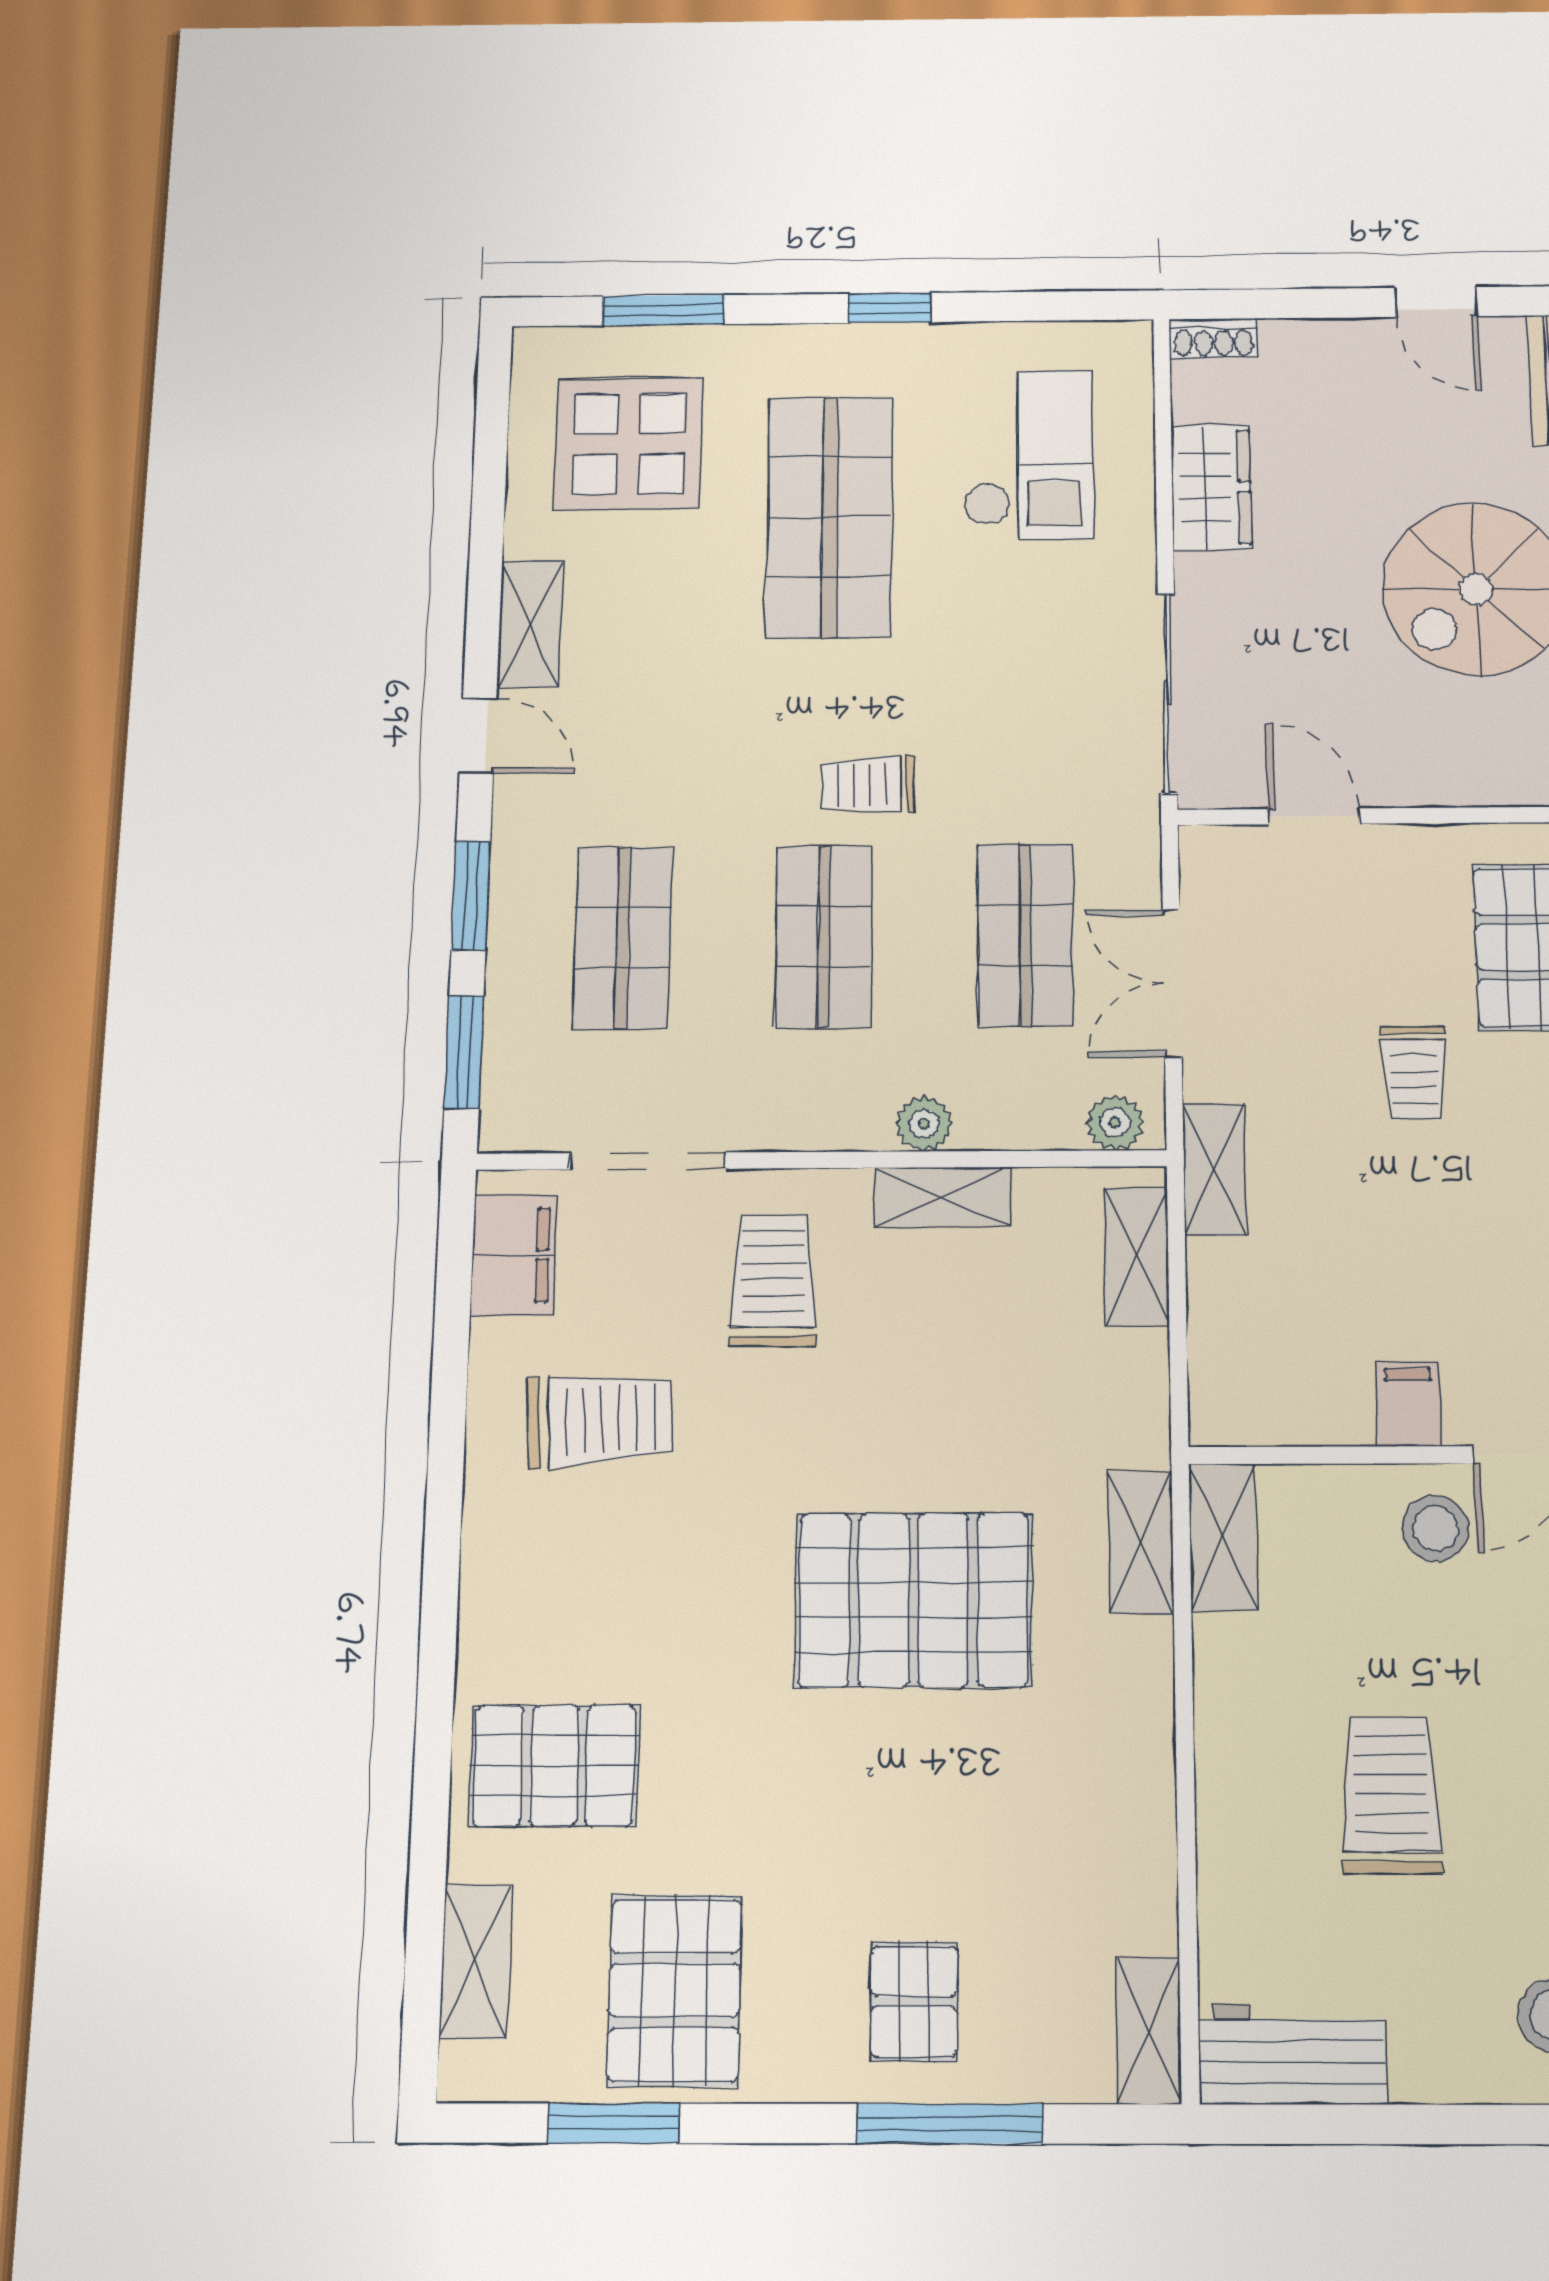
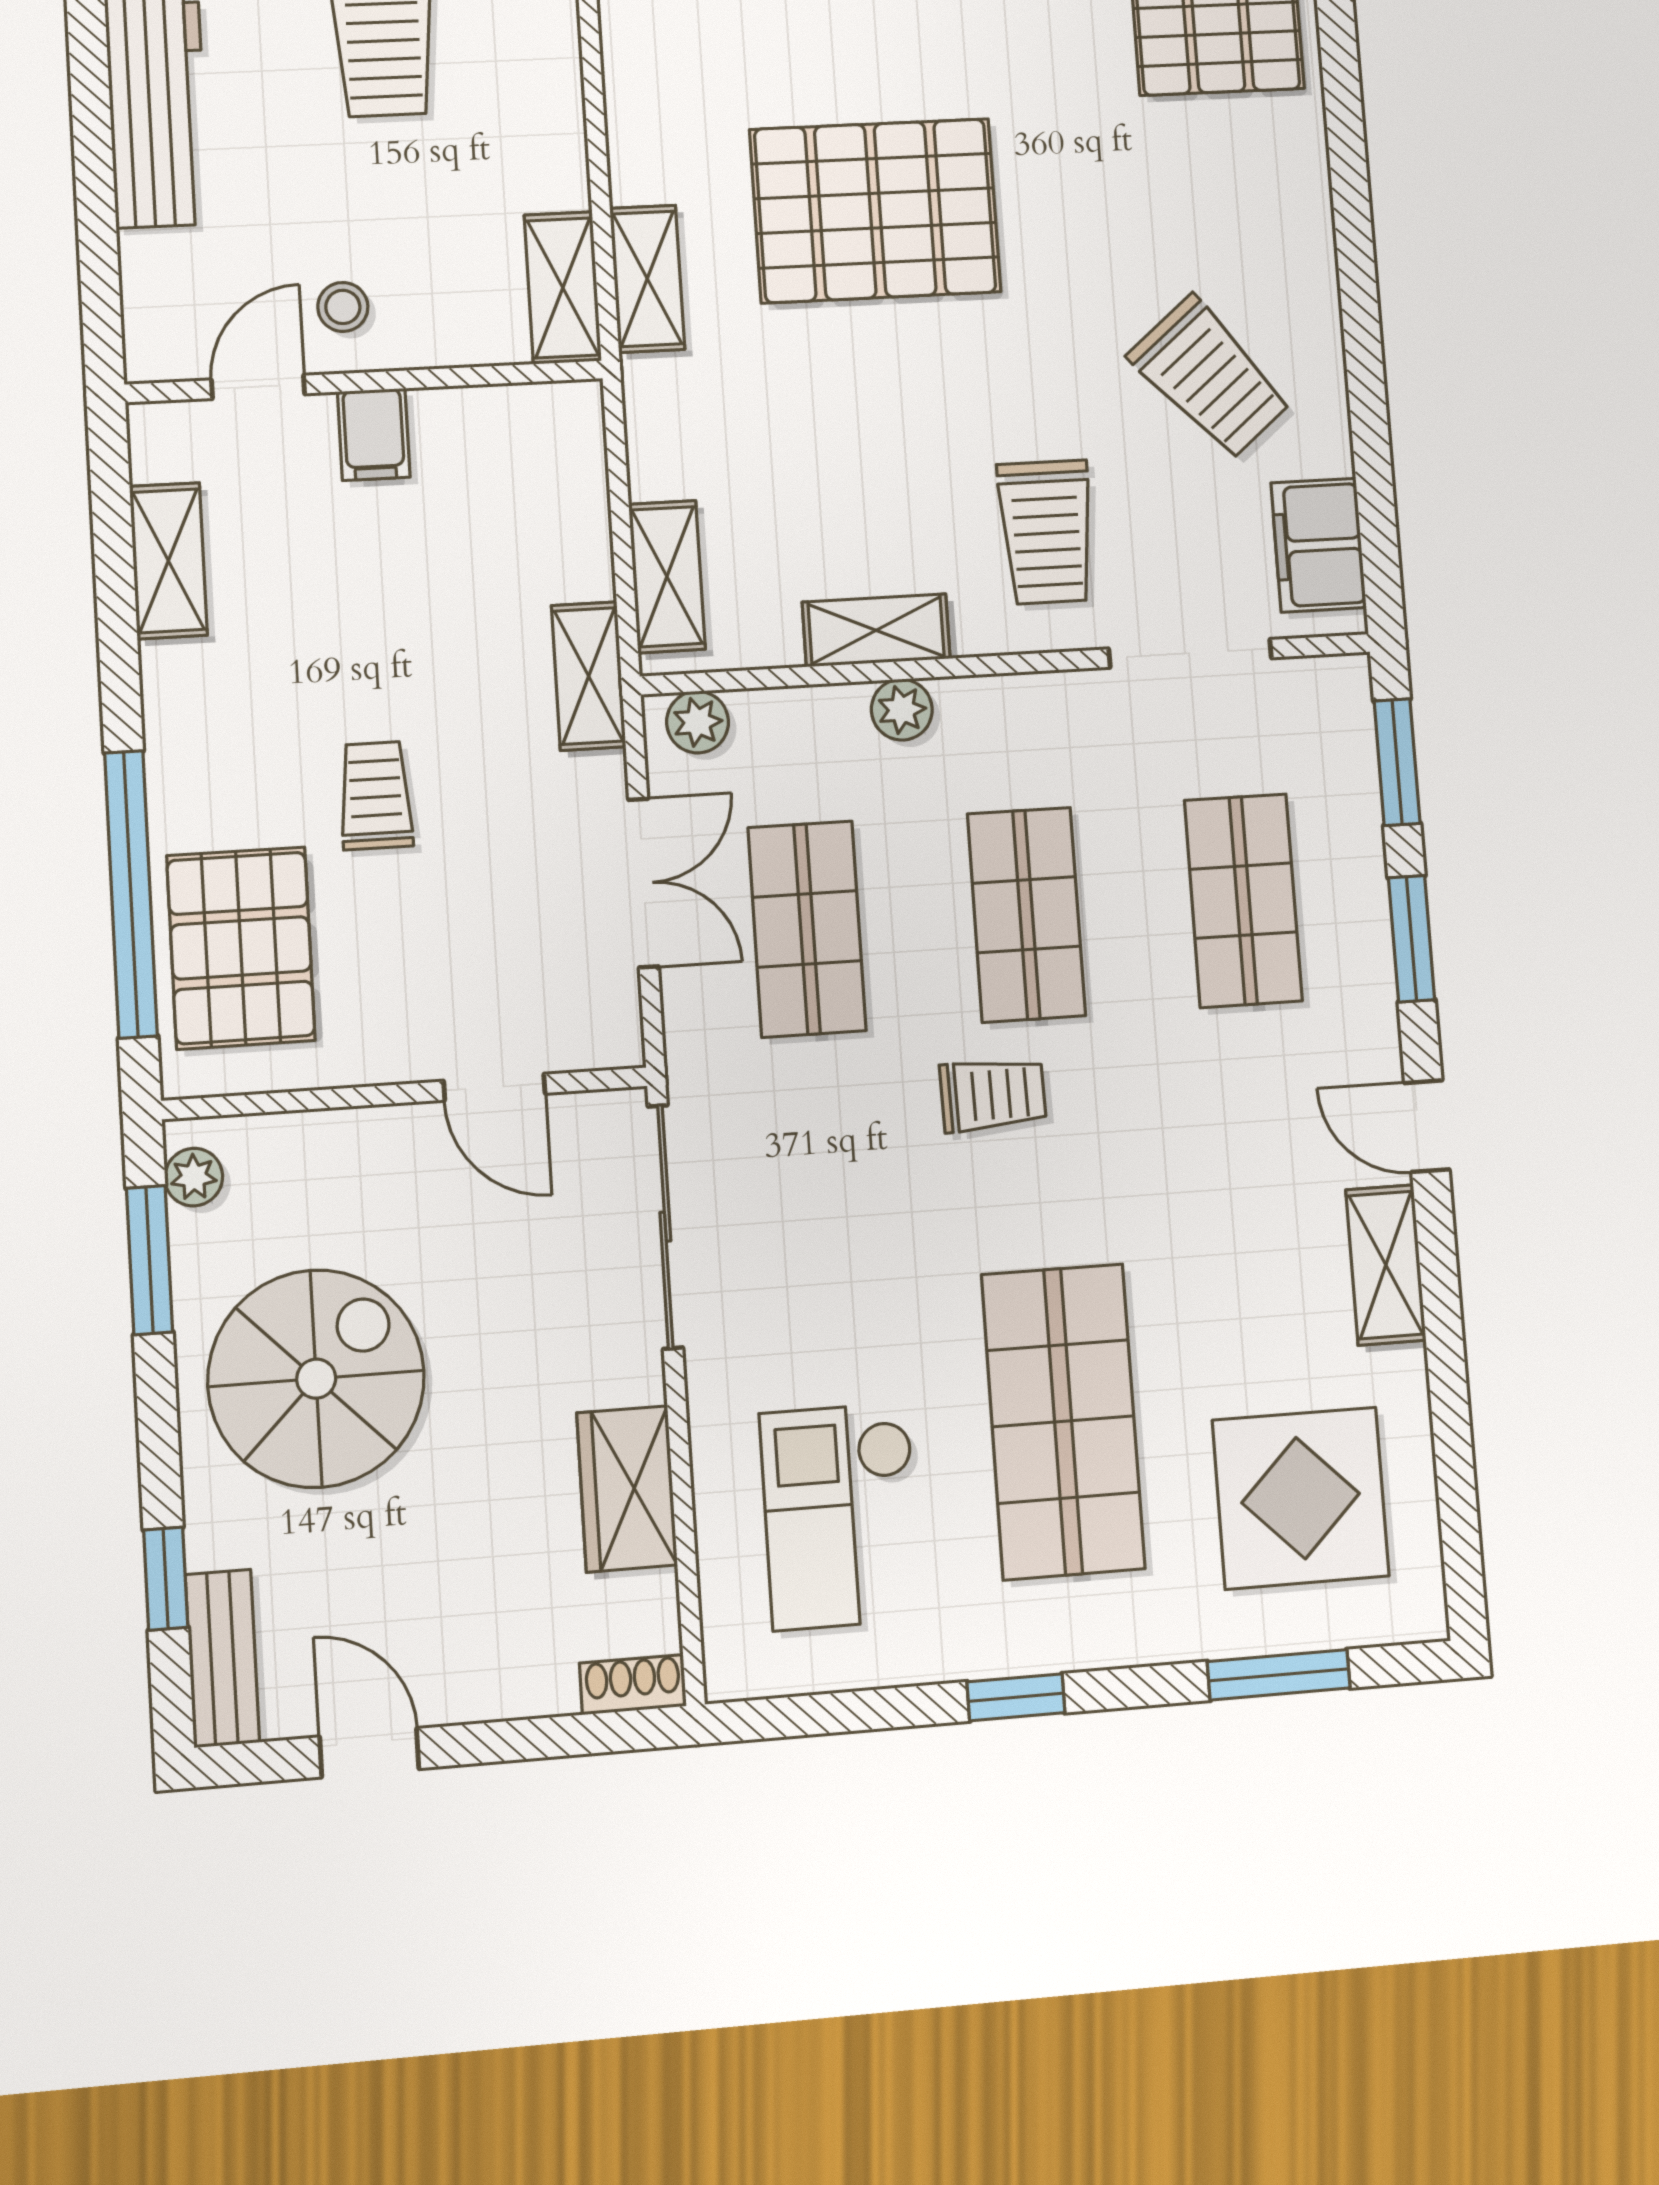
trolley: (600, 1420) -> (1210, 378), turned -127
stool: (1436, 1528) -> (343, 307), width x0.73, depth x0.73

